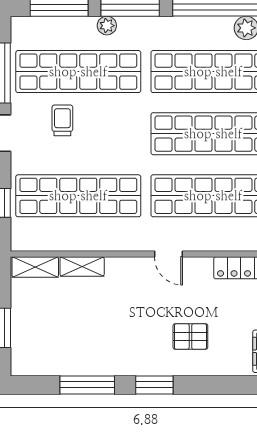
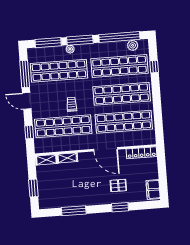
trolley: (62, 120) -> (72, 104), moved
door: (168, 254) -> (106, 149), width x1.88
window: (154, 385) -> (120, 207), moved

